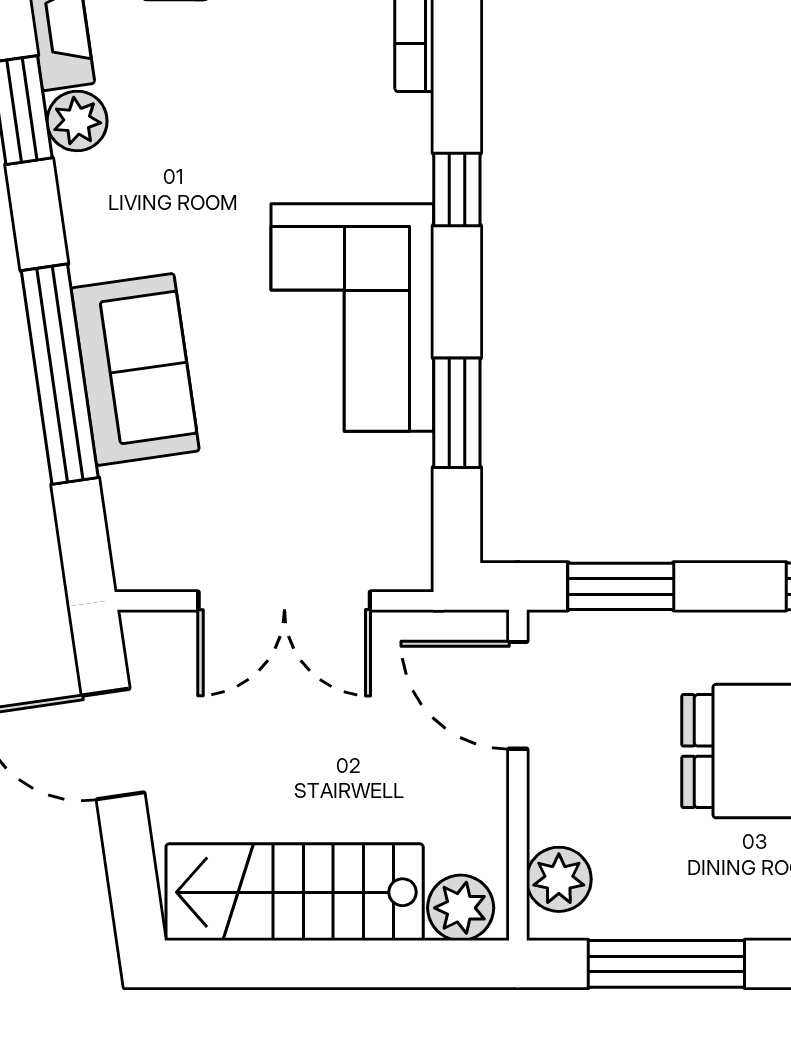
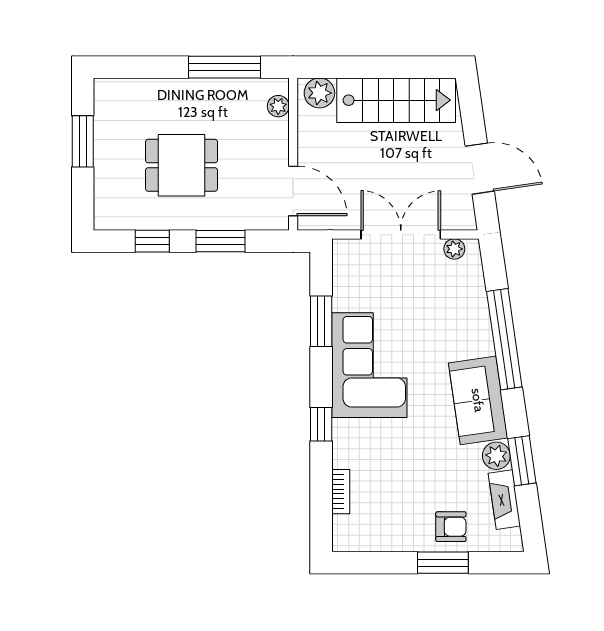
sofa: (135, 369) -> (478, 400), moved
plant: (168, 570) -> (454, 249), added
window: (621, 586) -> (221, 241), moved
plant: (559, 879) -> (278, 106), width x0.73, depth x0.73

